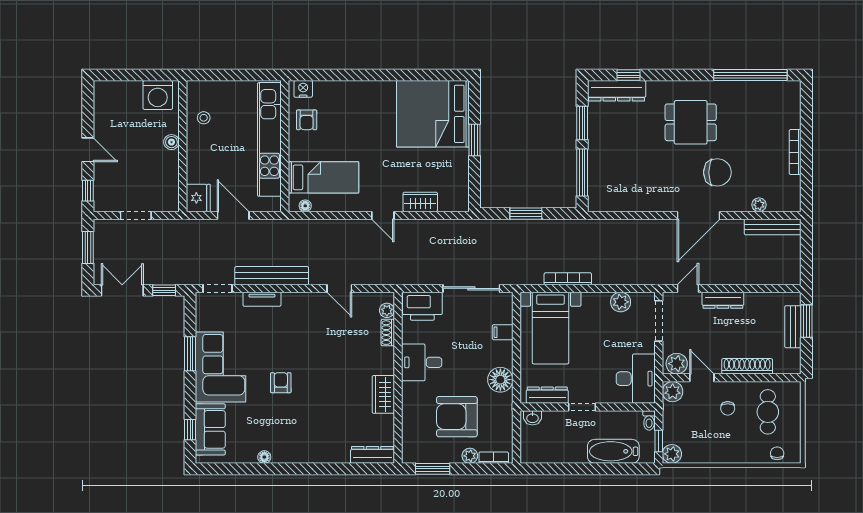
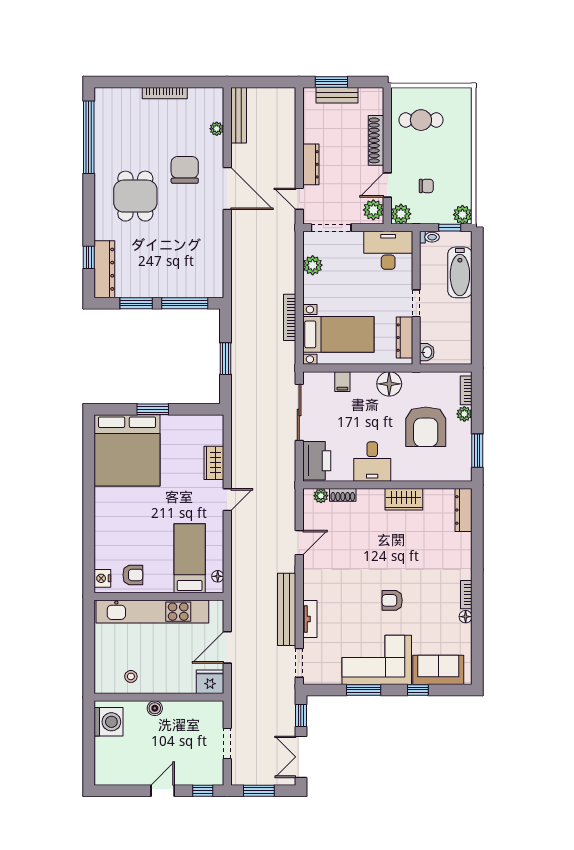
chair: (728, 408) -> (426, 186), moved
window: (190, 430) -> (418, 690), moved
chair: (777, 453) -> (462, 111), removed
bookcase: (287, 458) -> (466, 595), added

